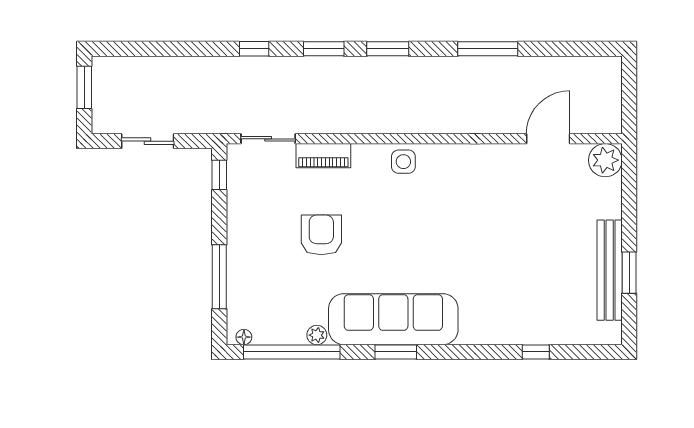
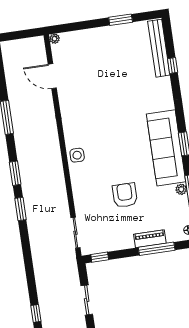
window: (254, 49) -> (36, 313), moved
piano: (323, 156) -> (150, 239), moved, turned -90
plant: (605, 160) -> (55, 39), width x0.53, depth x0.53
armchair: (321, 235) -> (125, 195), turned 90
bench: (610, 270) -> (159, 48), moved, turned 90

